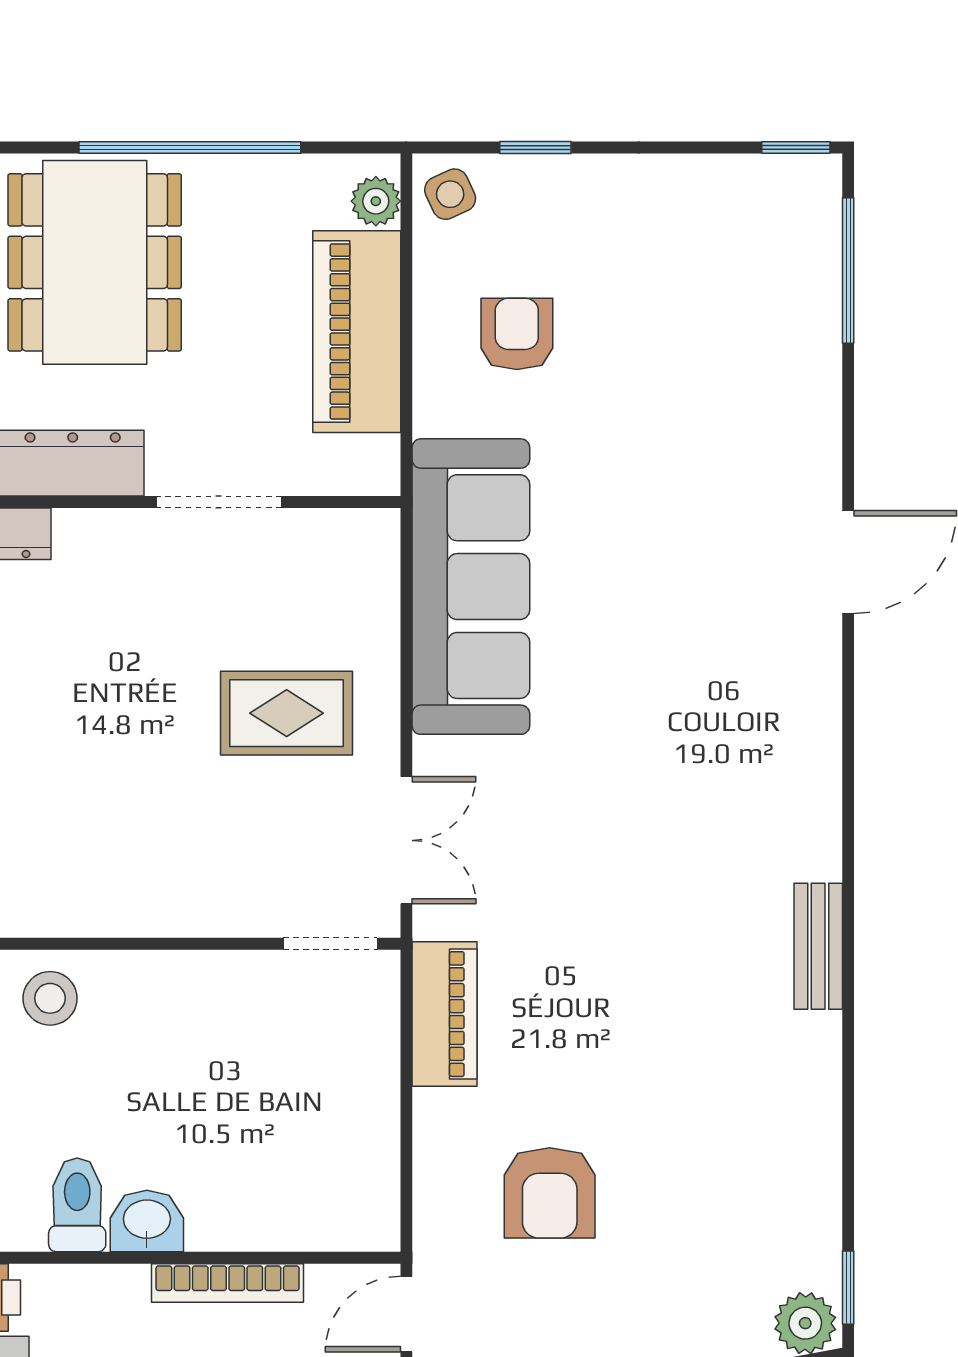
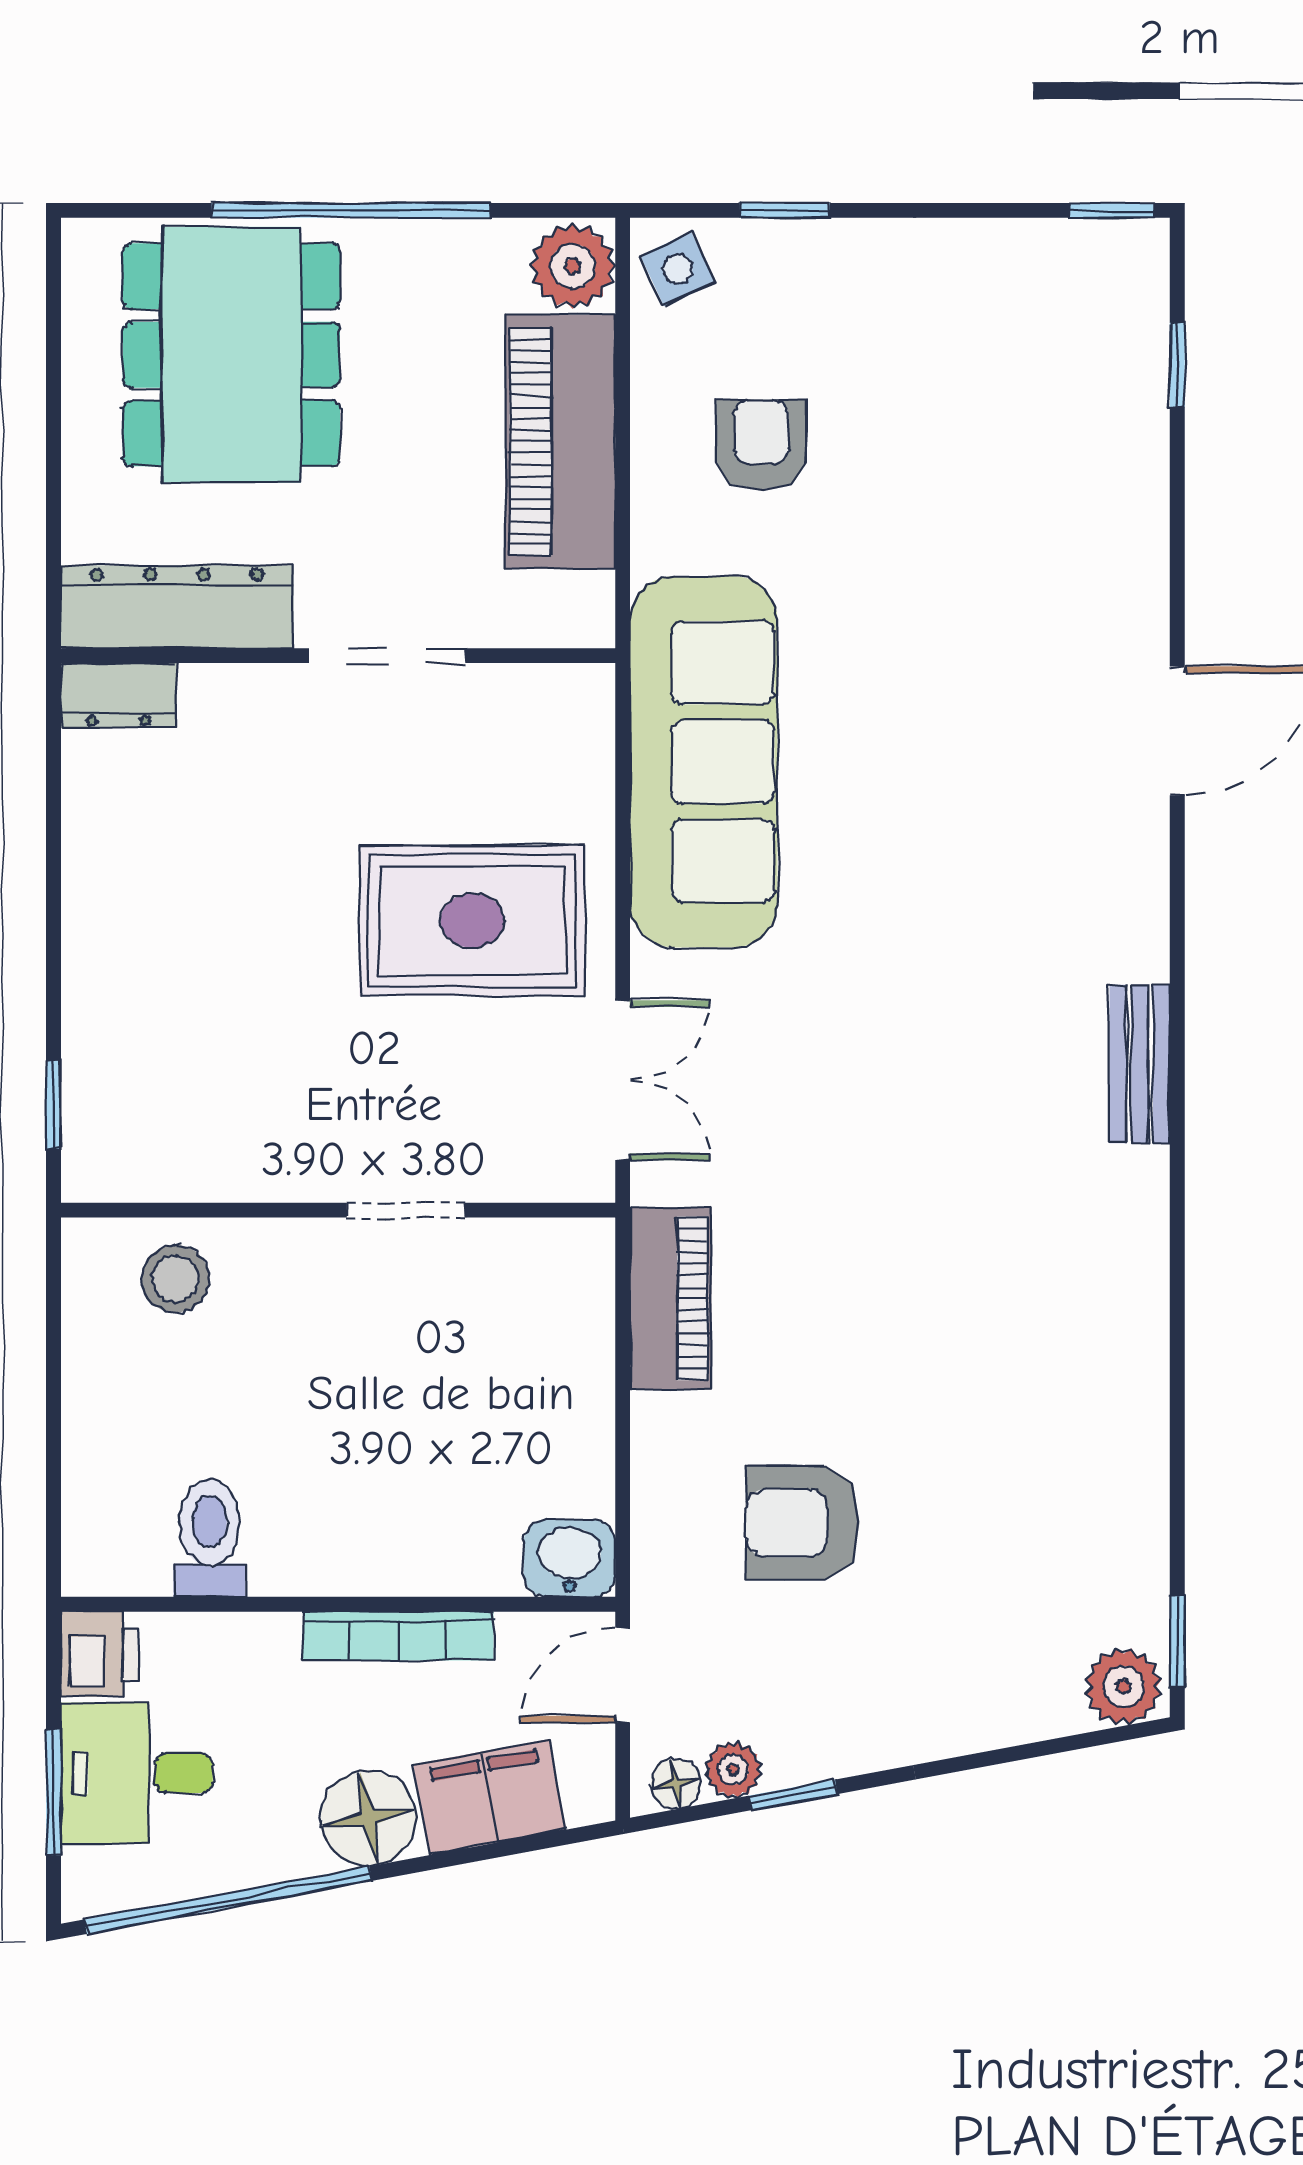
plant: (376, 201) -> (573, 266), width x1.38, depth x1.38
window: (848, 270) -> (1177, 365), width x0.46
rug: (287, 713) -> (472, 921), width x1.36, depth x1.43
doorway: (330, 944) -> (406, 1210), moved
bench: (818, 946) -> (1140, 1064), moved
armchair: (550, 1193) -> (803, 1523), turned 90
washbasin: (147, 1221) -> (570, 1558), moved

